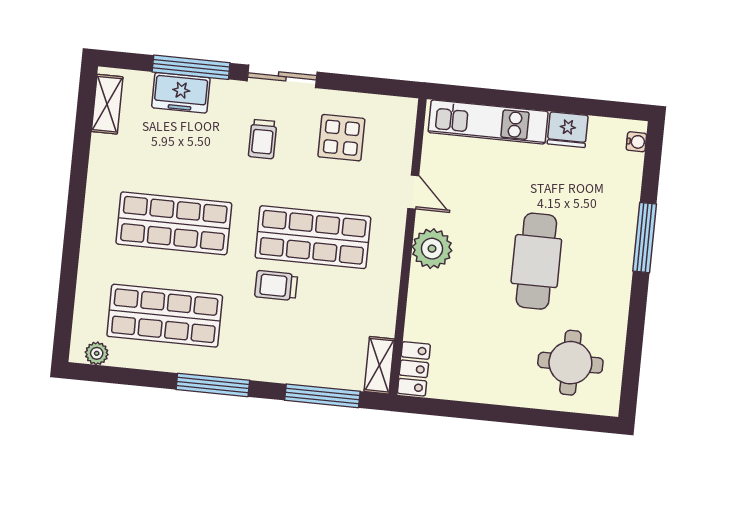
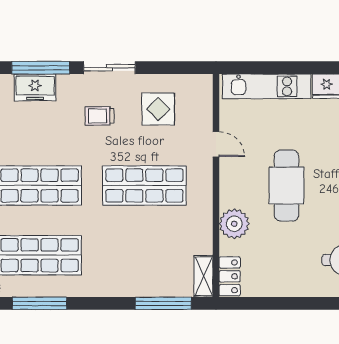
trolley: (263, 139) -> (100, 116), turned 90
plant: (432, 249) -> (234, 224), moved
cafe table: (536, 261) -> (286, 186), moved
trolley: (276, 286) -> (121, 224), removed
window: (213, 385) -> (39, 303), moved

